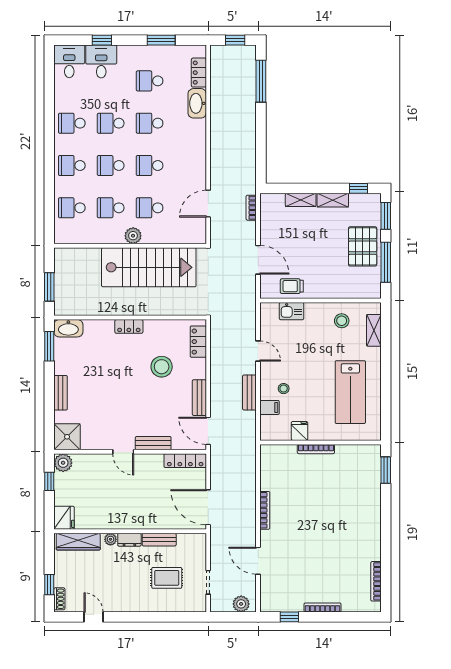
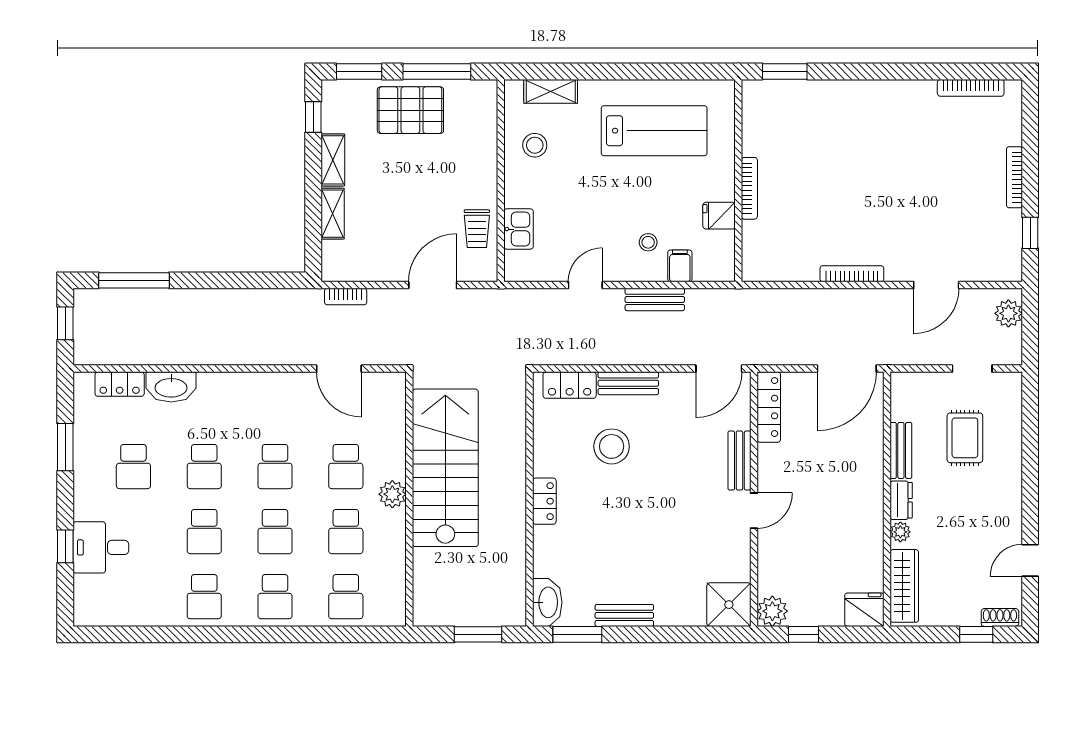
desk: (69, 61) -> (101, 601), removed
bench: (61, 393) -> (624, 615), moved
bench: (199, 398) -> (628, 383), moved

